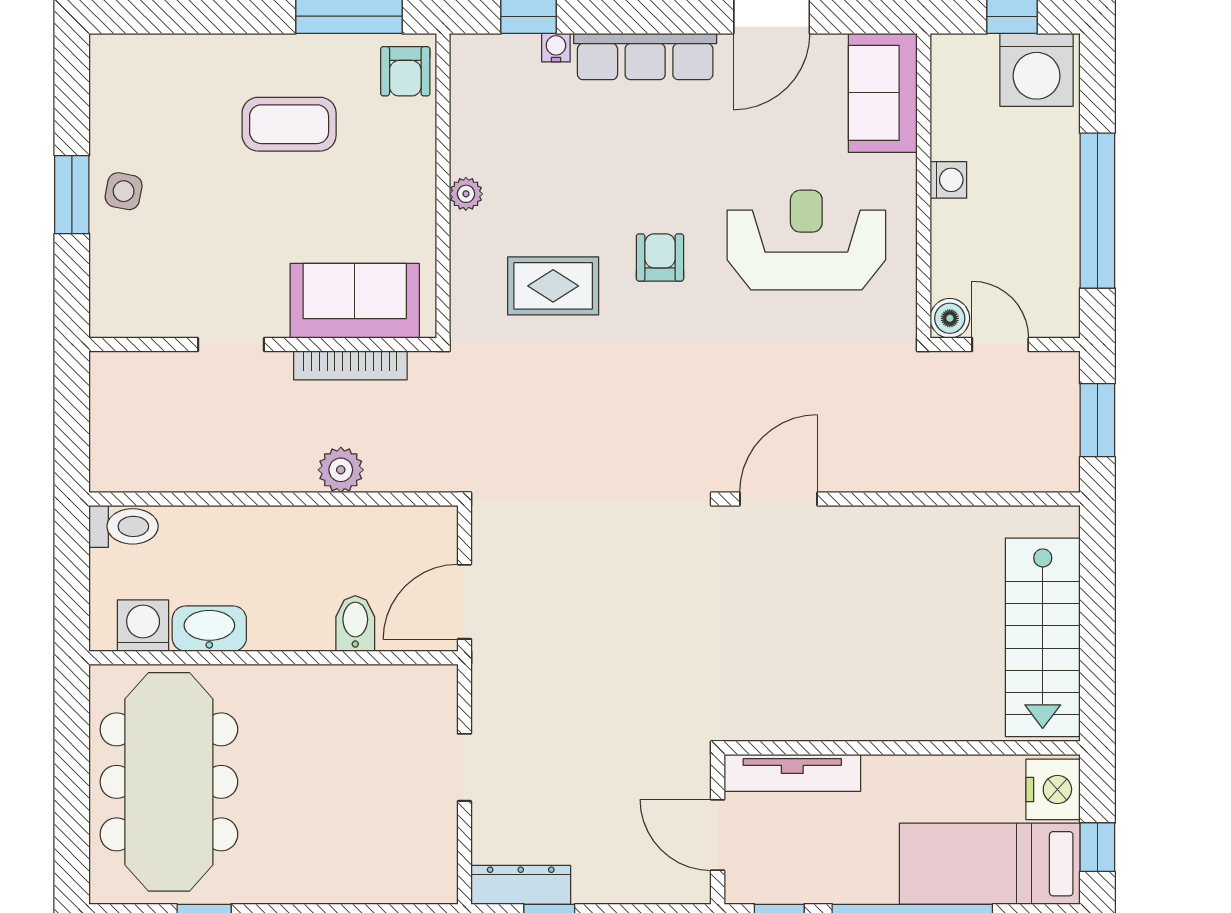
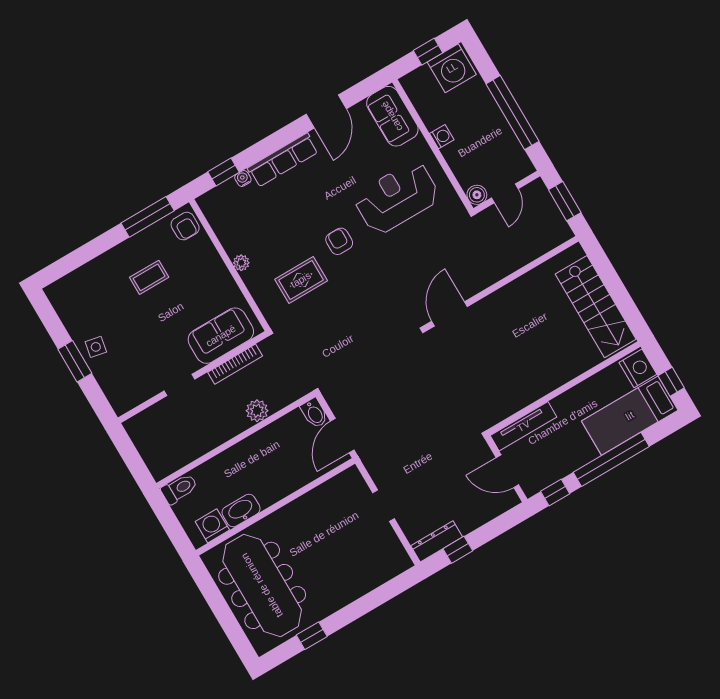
coffee table: (289, 124) -> (149, 277), width x0.73, depth x0.77
door: (1000, 344) -> (505, 193), swing flipped
bidet: (355, 623) -> (314, 413), moved, turned 180

